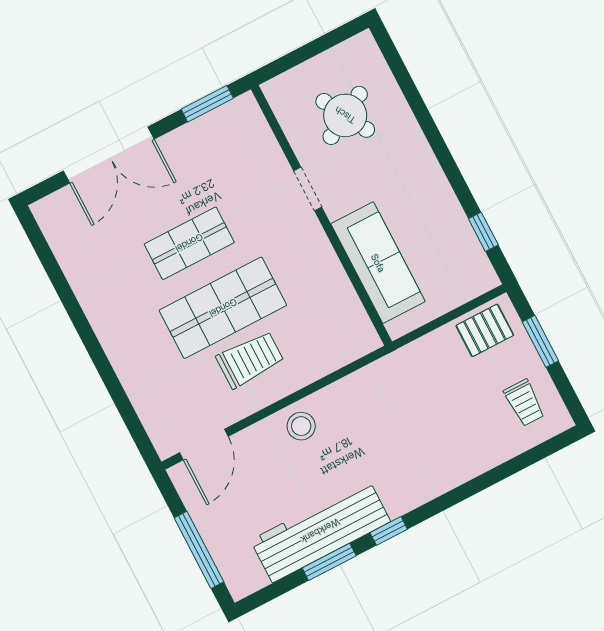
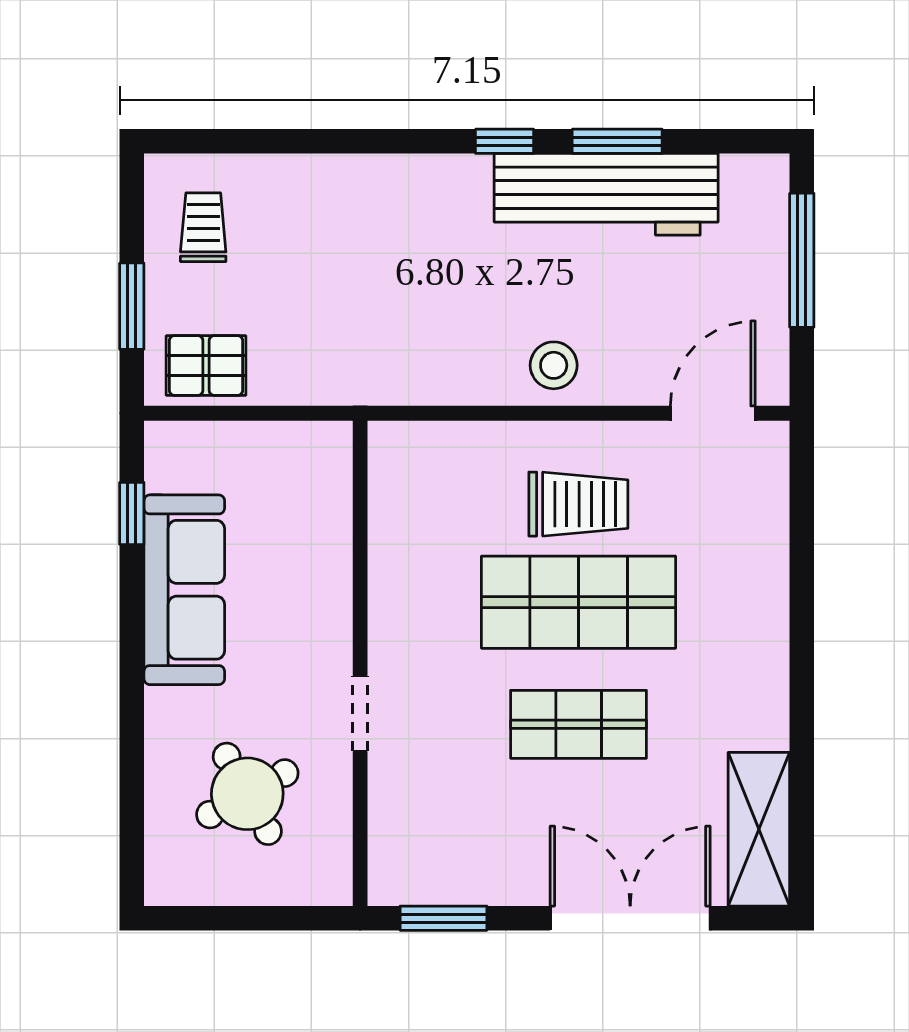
shelving: (65, 237) -> (759, 829), added
sofa: (378, 263) -> (184, 590), moved, turned 180
trolley: (250, 360) -> (578, 504), turned 180

